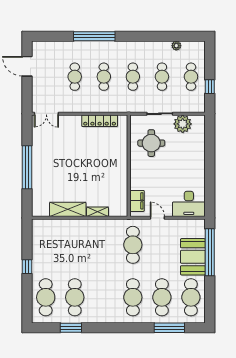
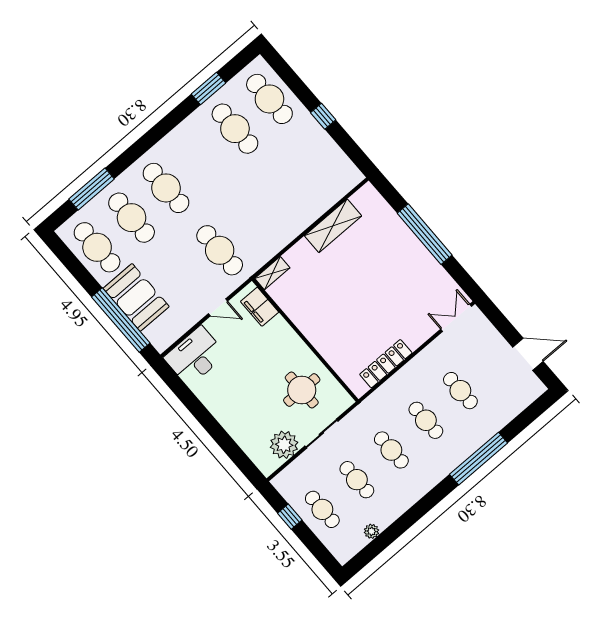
shelving: (98, 212) -> (272, 273), moved

